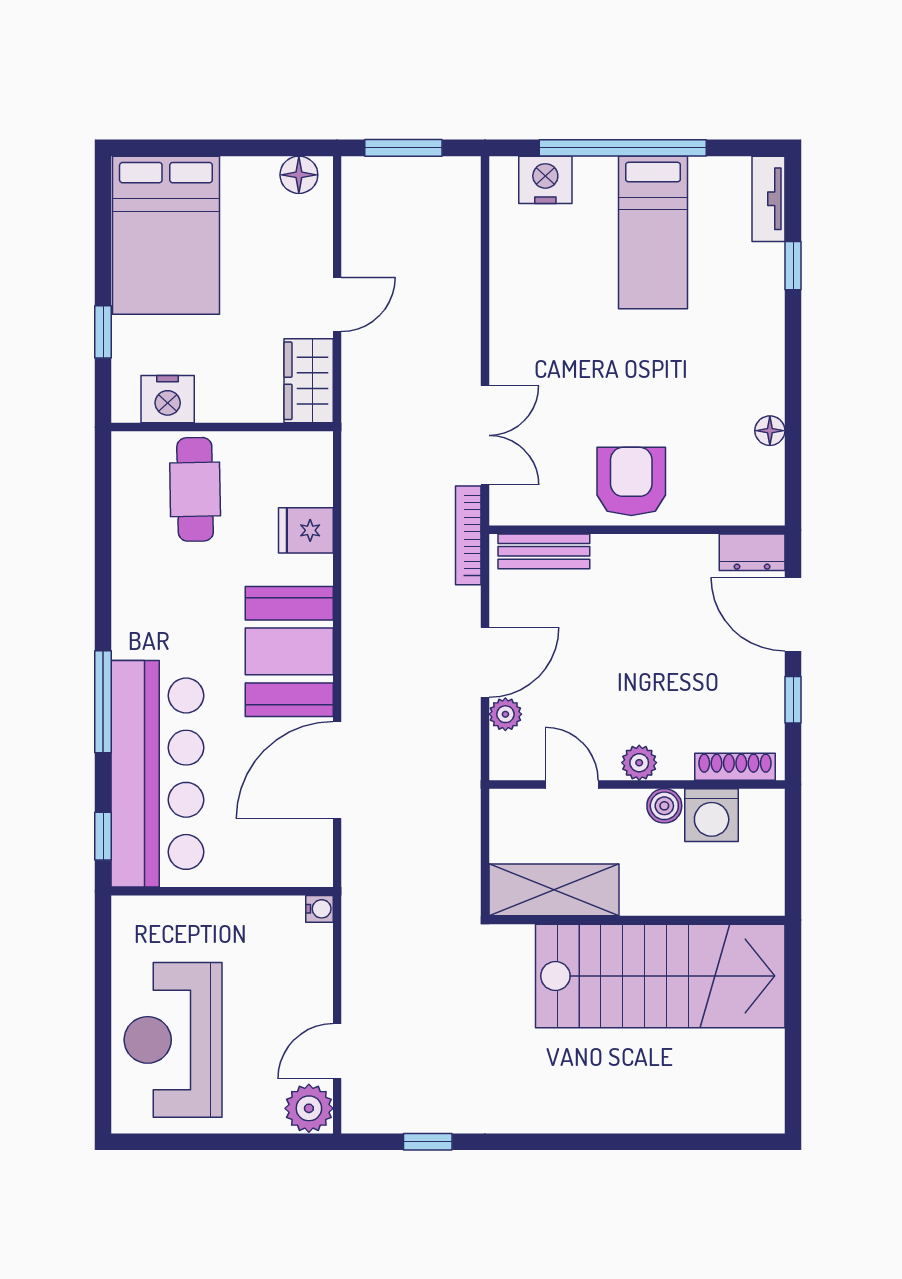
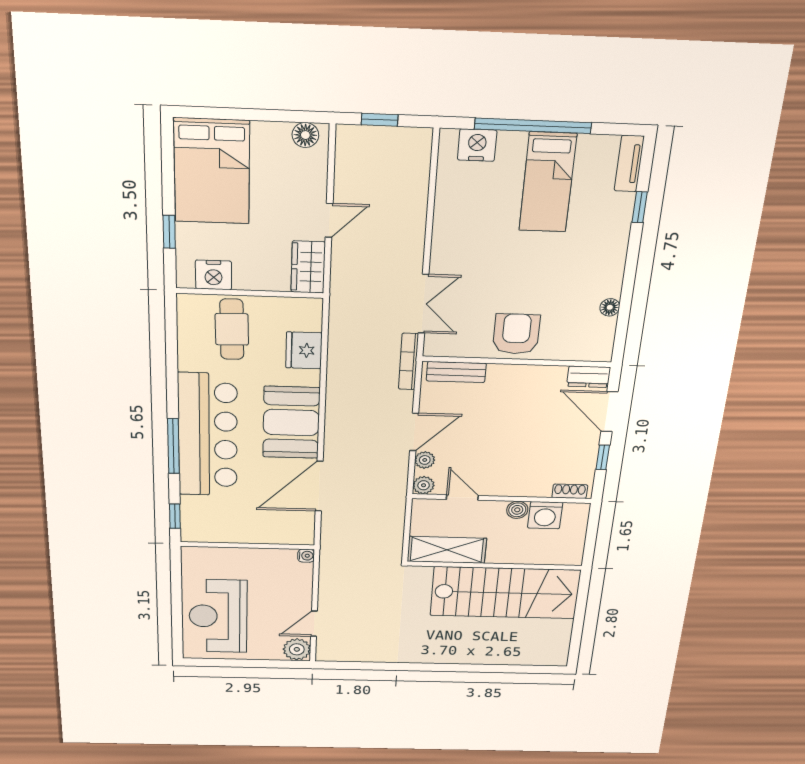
window: (403, 148) -> (380, 120), width x0.67
fridge: (306, 530) -> (304, 350), width x1.38
plant: (639, 763) -> (424, 485), moved
shoe rack: (735, 767) -> (570, 491), width x0.70
bar counter: (157, 774) -> (208, 435), moved
window: (428, 1142) -> (364, 666), removed

